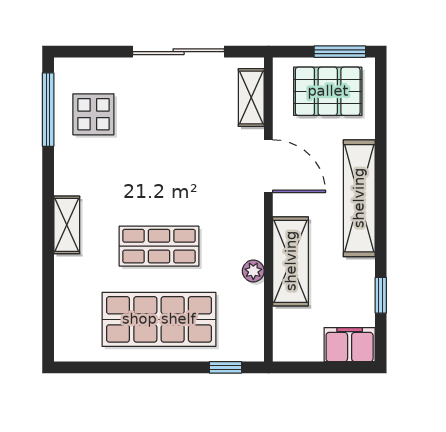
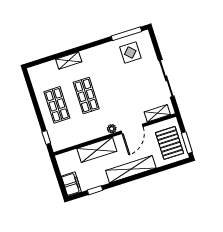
shelving: (67, 225) -> (69, 60), moved
plant: (253, 271) -> (112, 129), moved
shop shelf: (159, 319) -> (57, 105), width x0.70, depth x0.74

